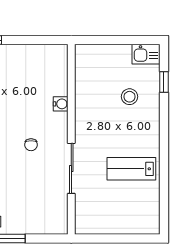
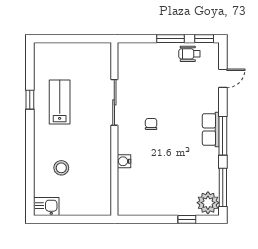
window: (164, 82) -> (30, 100), moved
lab bench: (131, 169) -> (60, 102), turned -90

